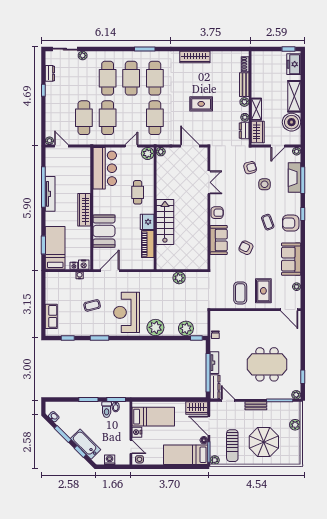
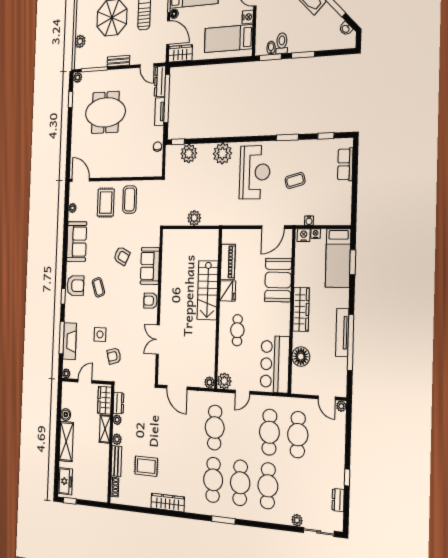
rug: (201, 104) -> (146, 466), moved
boiler: (291, 122) -> (66, 415), width x0.54, depth x0.54
floor lamp: (83, 175) -> (301, 357), added

